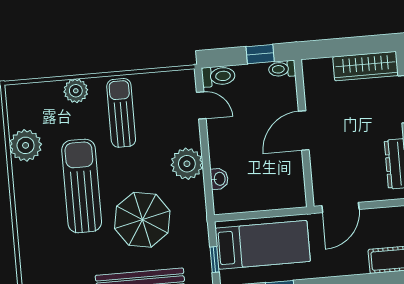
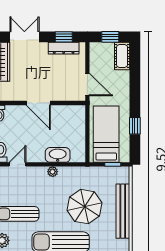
plant: (187, 164) -> (53, 172), width x0.53, depth x0.53
washbasin: (219, 179) -> (58, 155), width x1.91, depth x1.45

